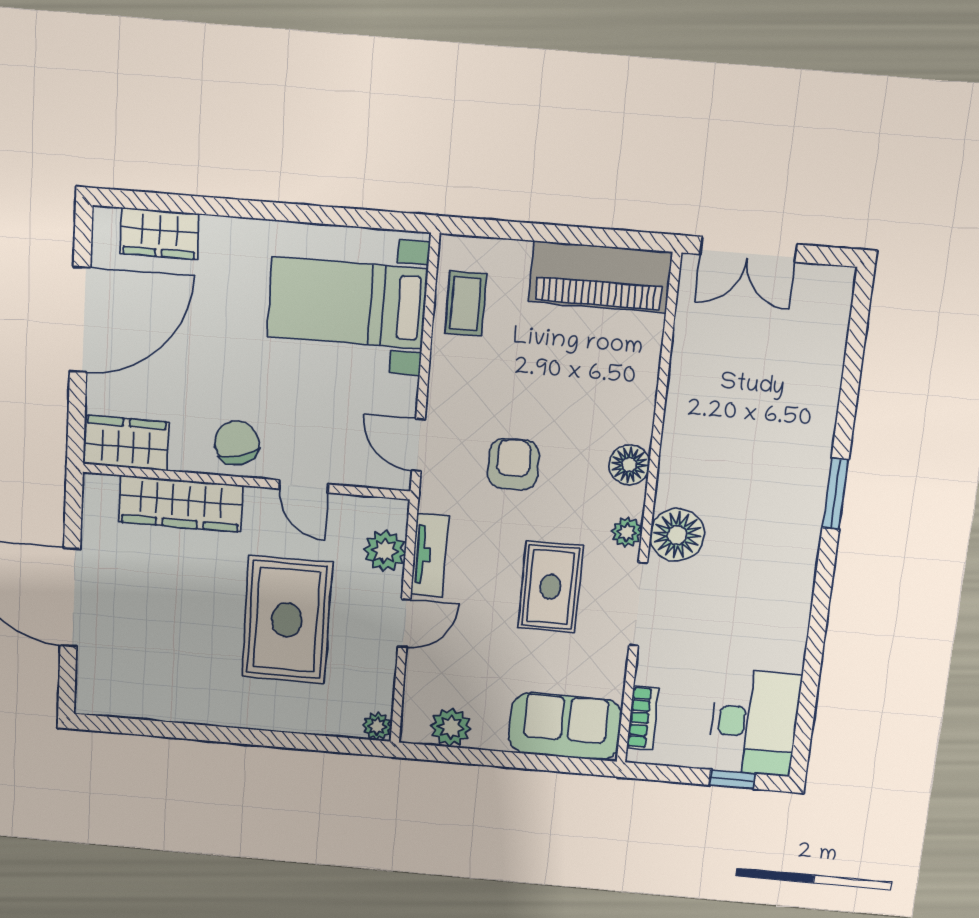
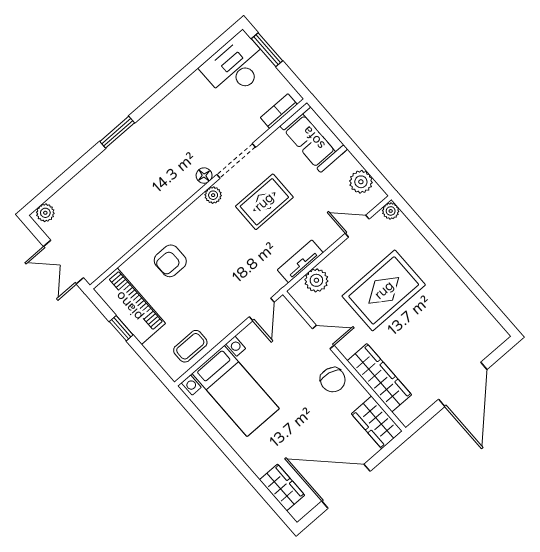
window: (583, 236) -> (121, 328), added
double door: (748, 249) -> (64, 262), swing flipped
plant: (837, 293) -> (45, 213), added
chair: (237, 443) -> (333, 380), turned -62
armchair: (513, 464) -> (170, 261), moved
floor lamp: (629, 465) -> (187, 222), removed
door: (304, 486) -> (323, 337), hinge flipped
floor lamp: (677, 535) -> (204, 176), width x0.53, depth x0.53
door: (404, 623) -> (357, 226), moved
window: (732, 779) -> (267, 50), width x1.50

